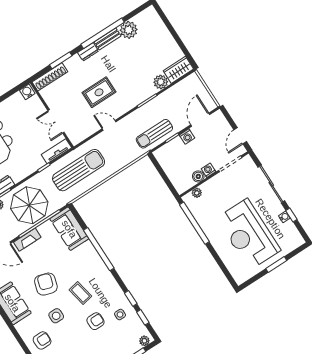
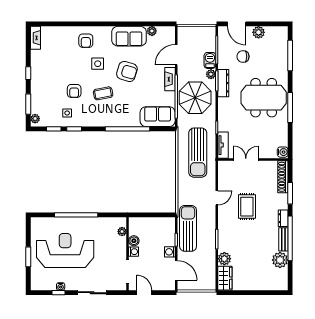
sun lounger: (154, 134) -> (188, 228), width x1.36, depth x1.34
sliding door: (271, 184) -> (92, 293), width x0.73
window: (194, 223) -> (76, 215), moved

